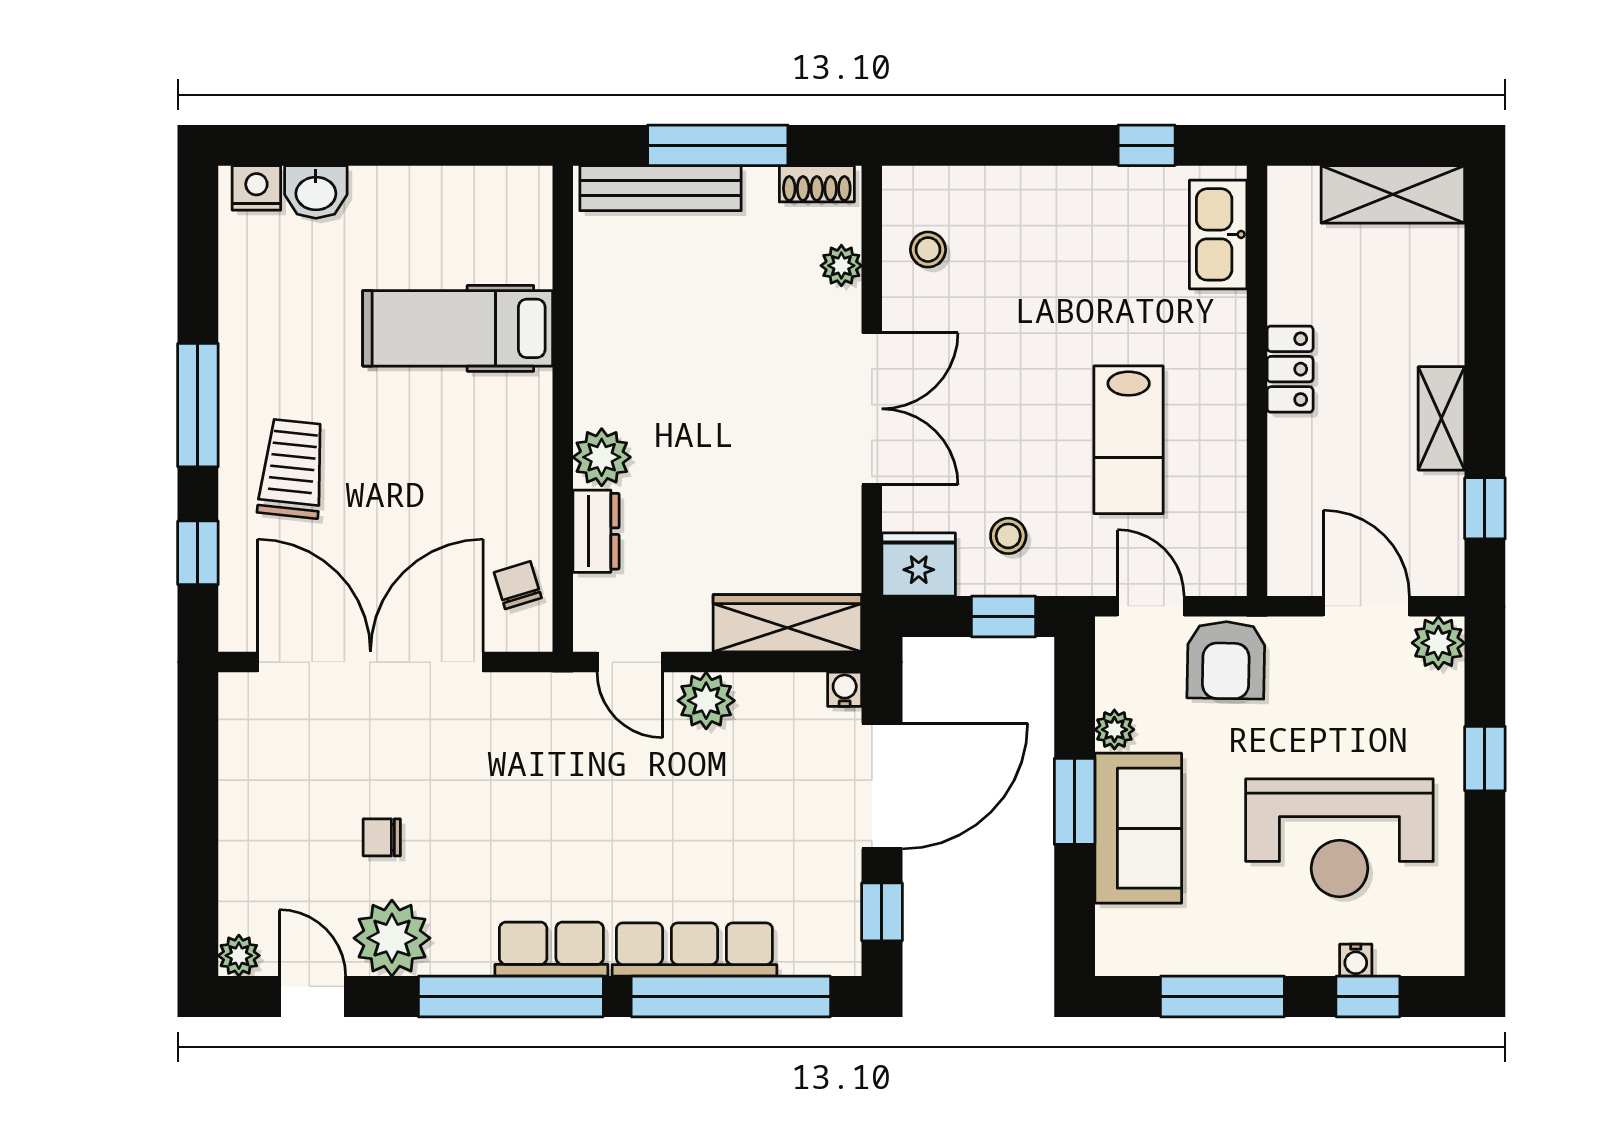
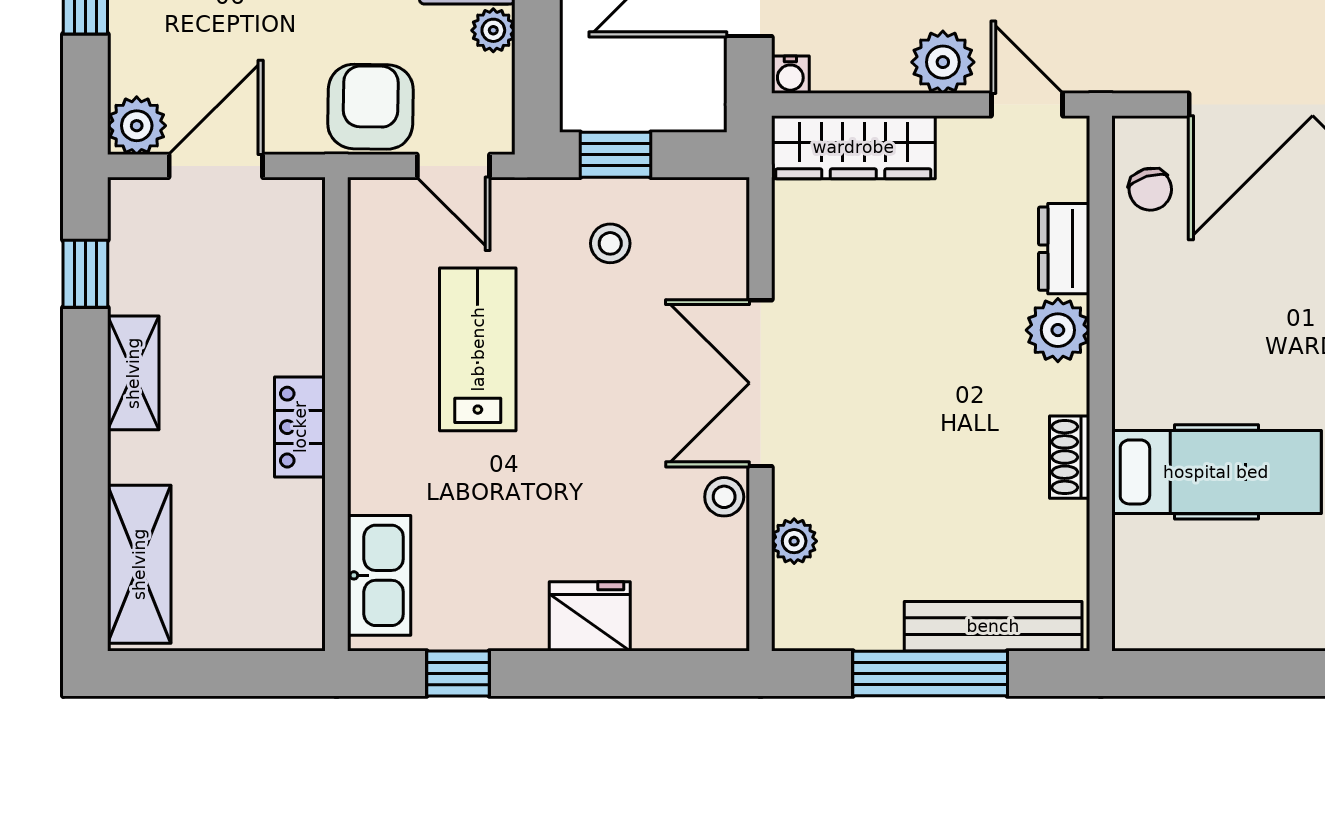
shoe rack: (817, 184) -> (1070, 457), moved, turned -90
shelving: (1393, 194) -> (139, 564), moved, turned 90
stool: (928, 250) -> (724, 497), moved
fridge: (919, 565) -> (590, 616), moved, turned 180
door: (1366, 606) -> (216, 166), swing flipped

